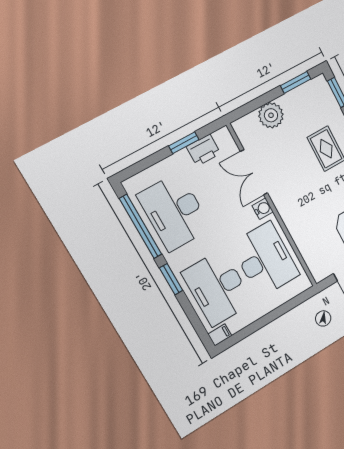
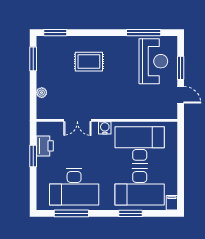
plant: (271, 115) -> (42, 93), width x0.53, depth x0.53
double door: (254, 172) -> (77, 120), width x0.73
window: (141, 227) -> (71, 213), width x0.68
window: (171, 279) -> (131, 213), moved

